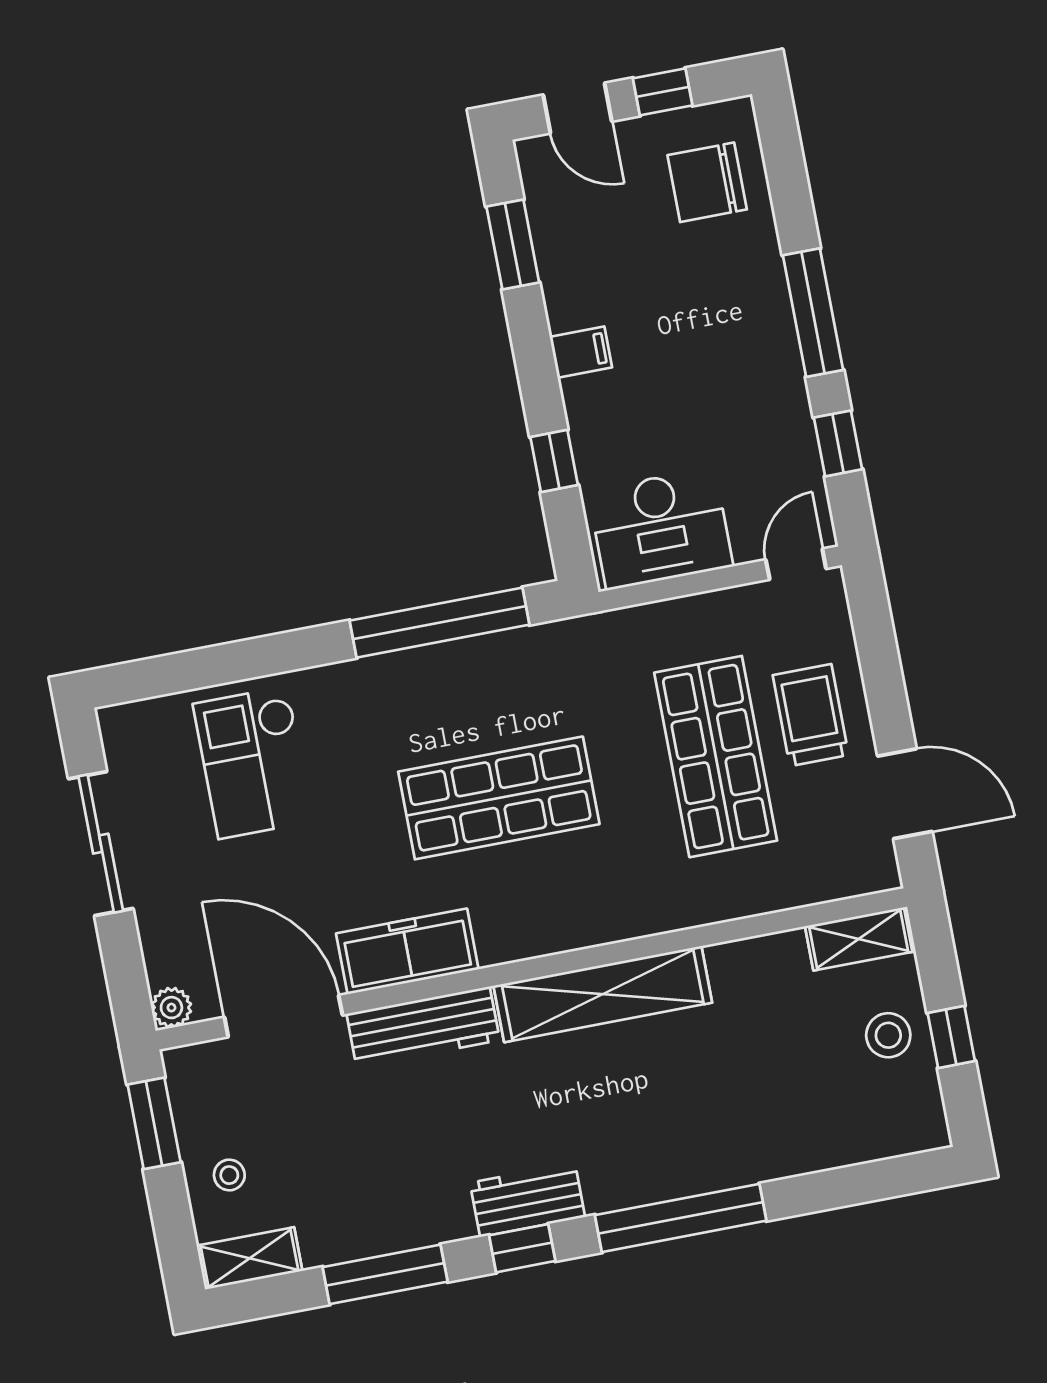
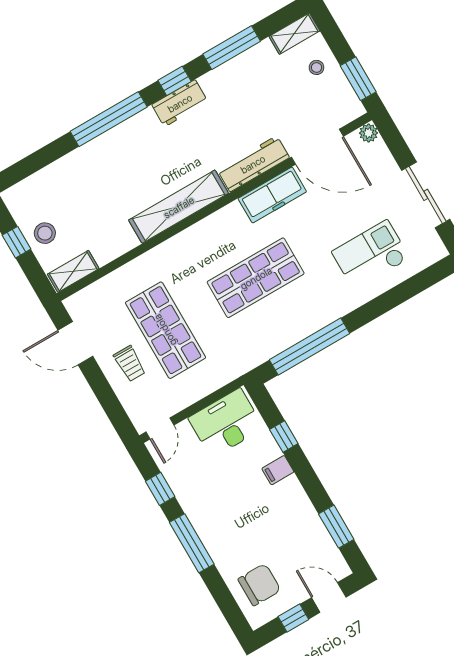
filing cabinet: (581, 352) -> (278, 470), moved
trolley: (811, 715) -> (130, 364), width x0.73, depth x0.72
checkout: (253, 763) -> (371, 255), turned -90

